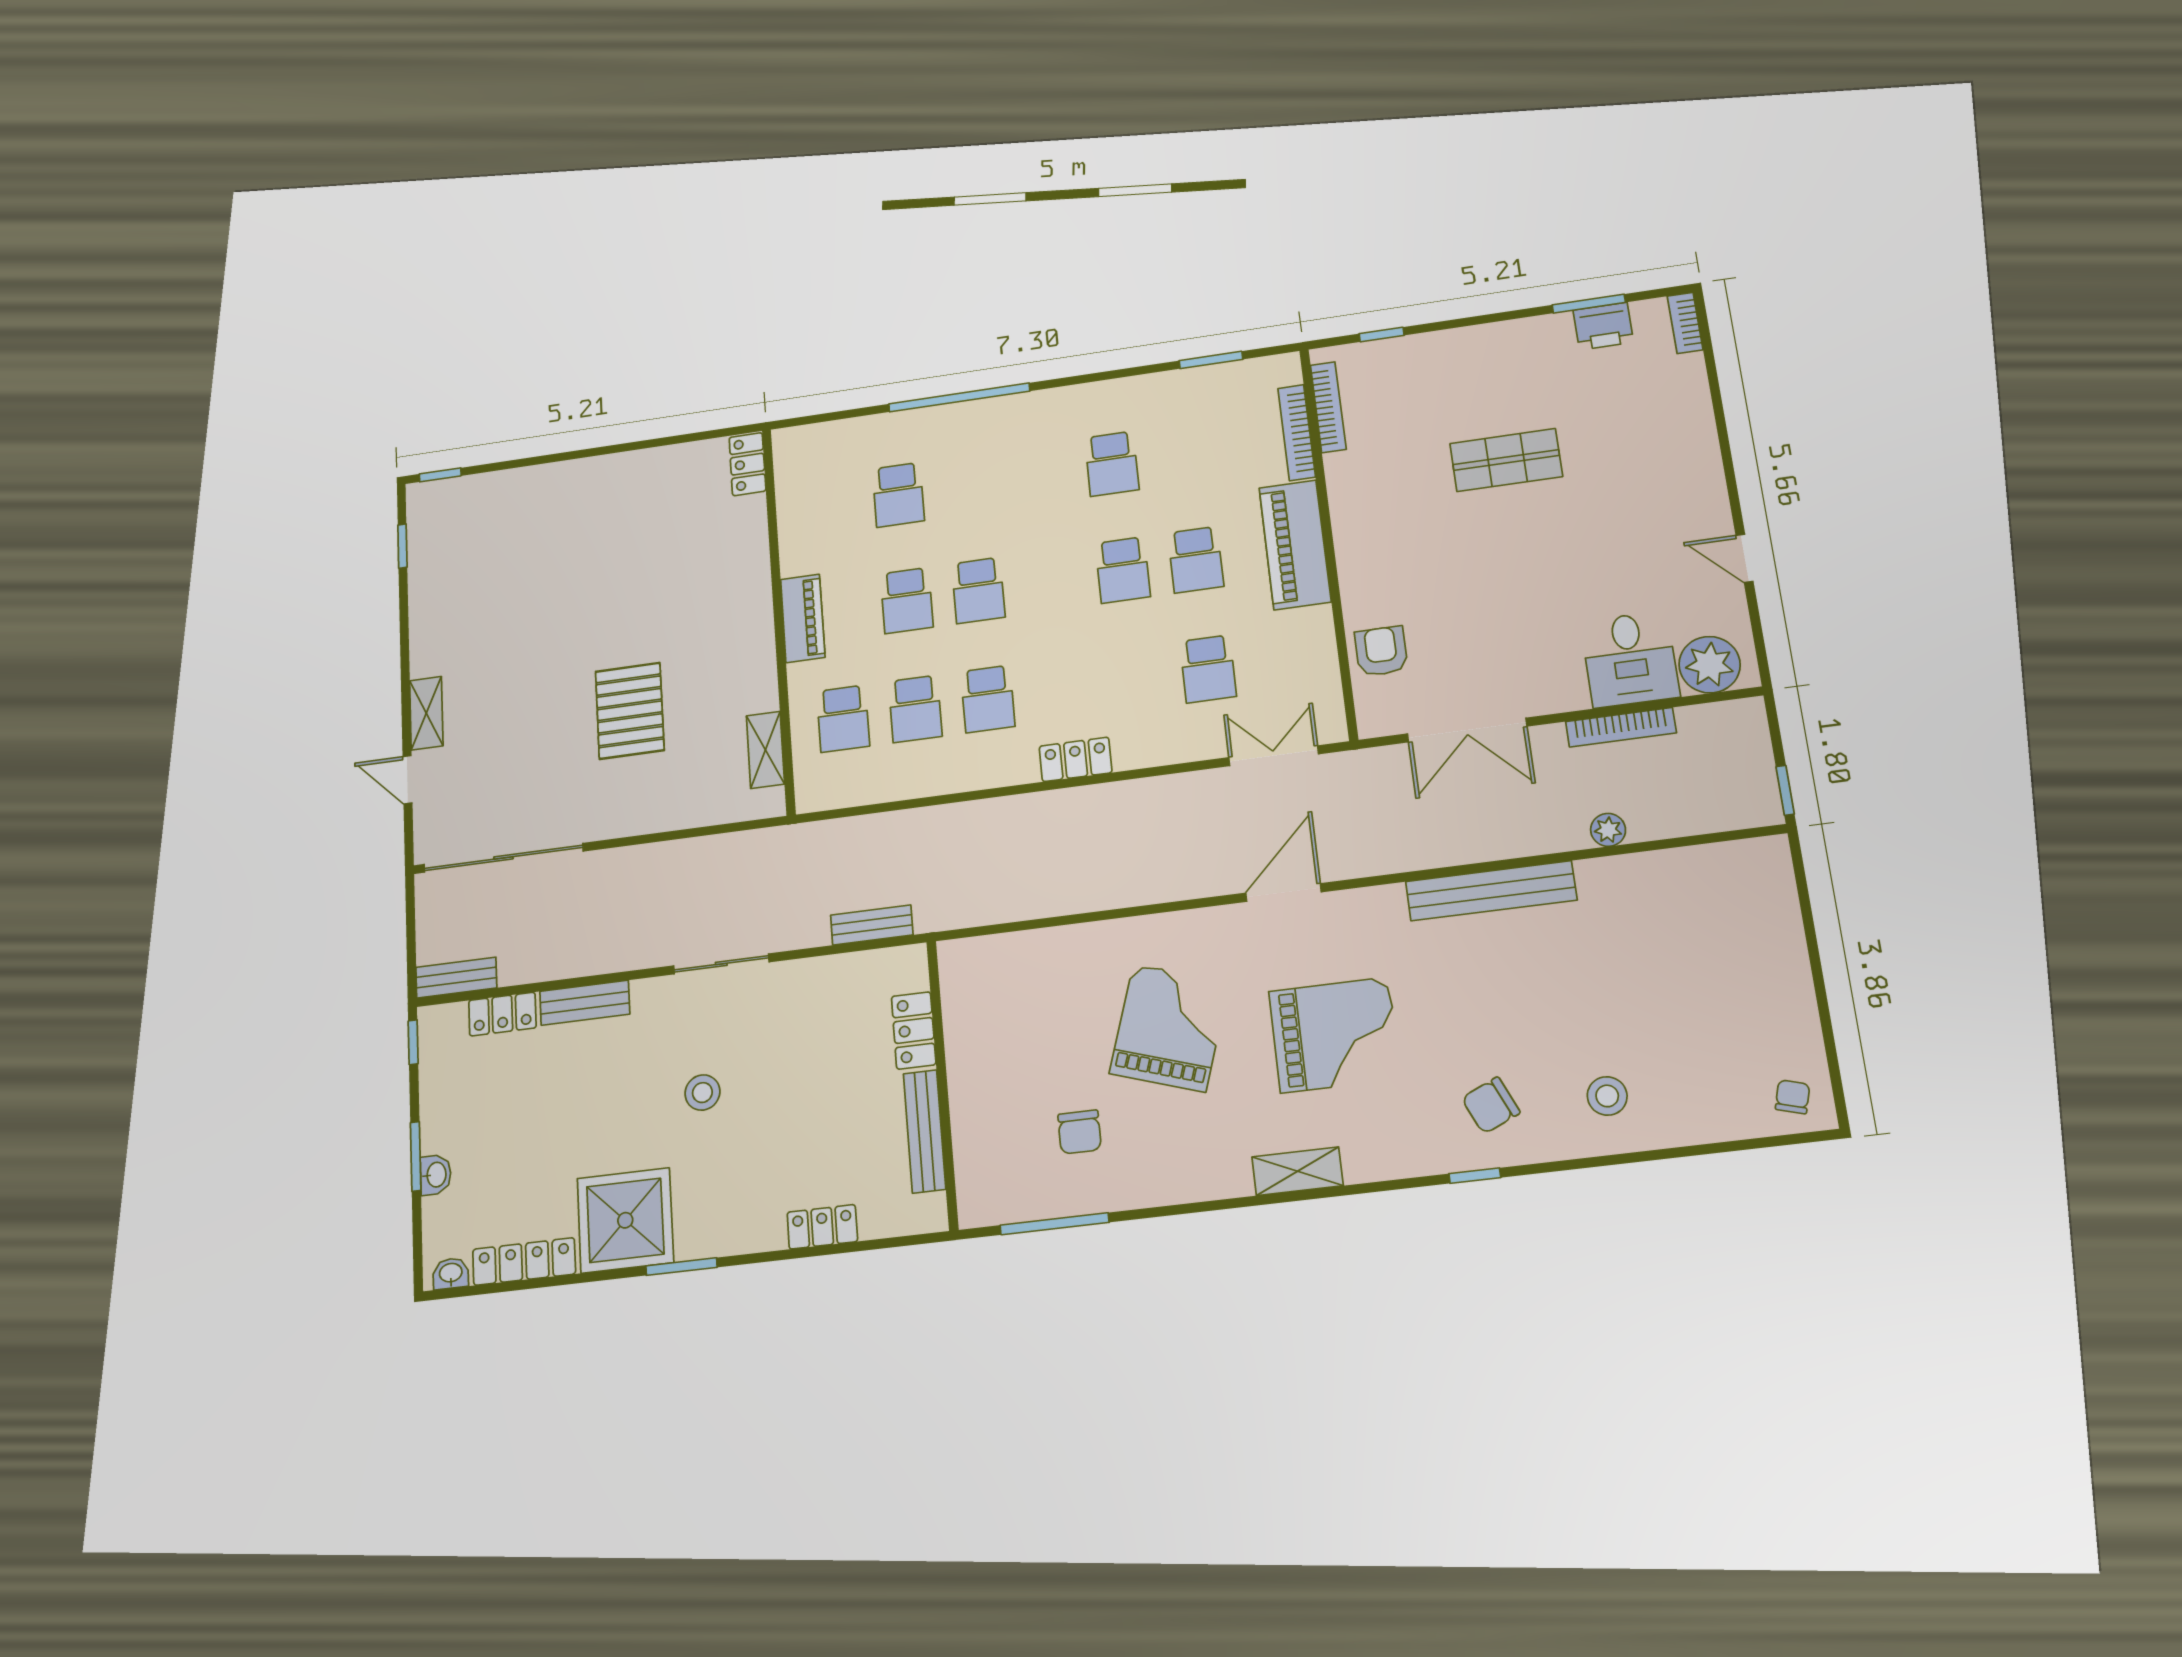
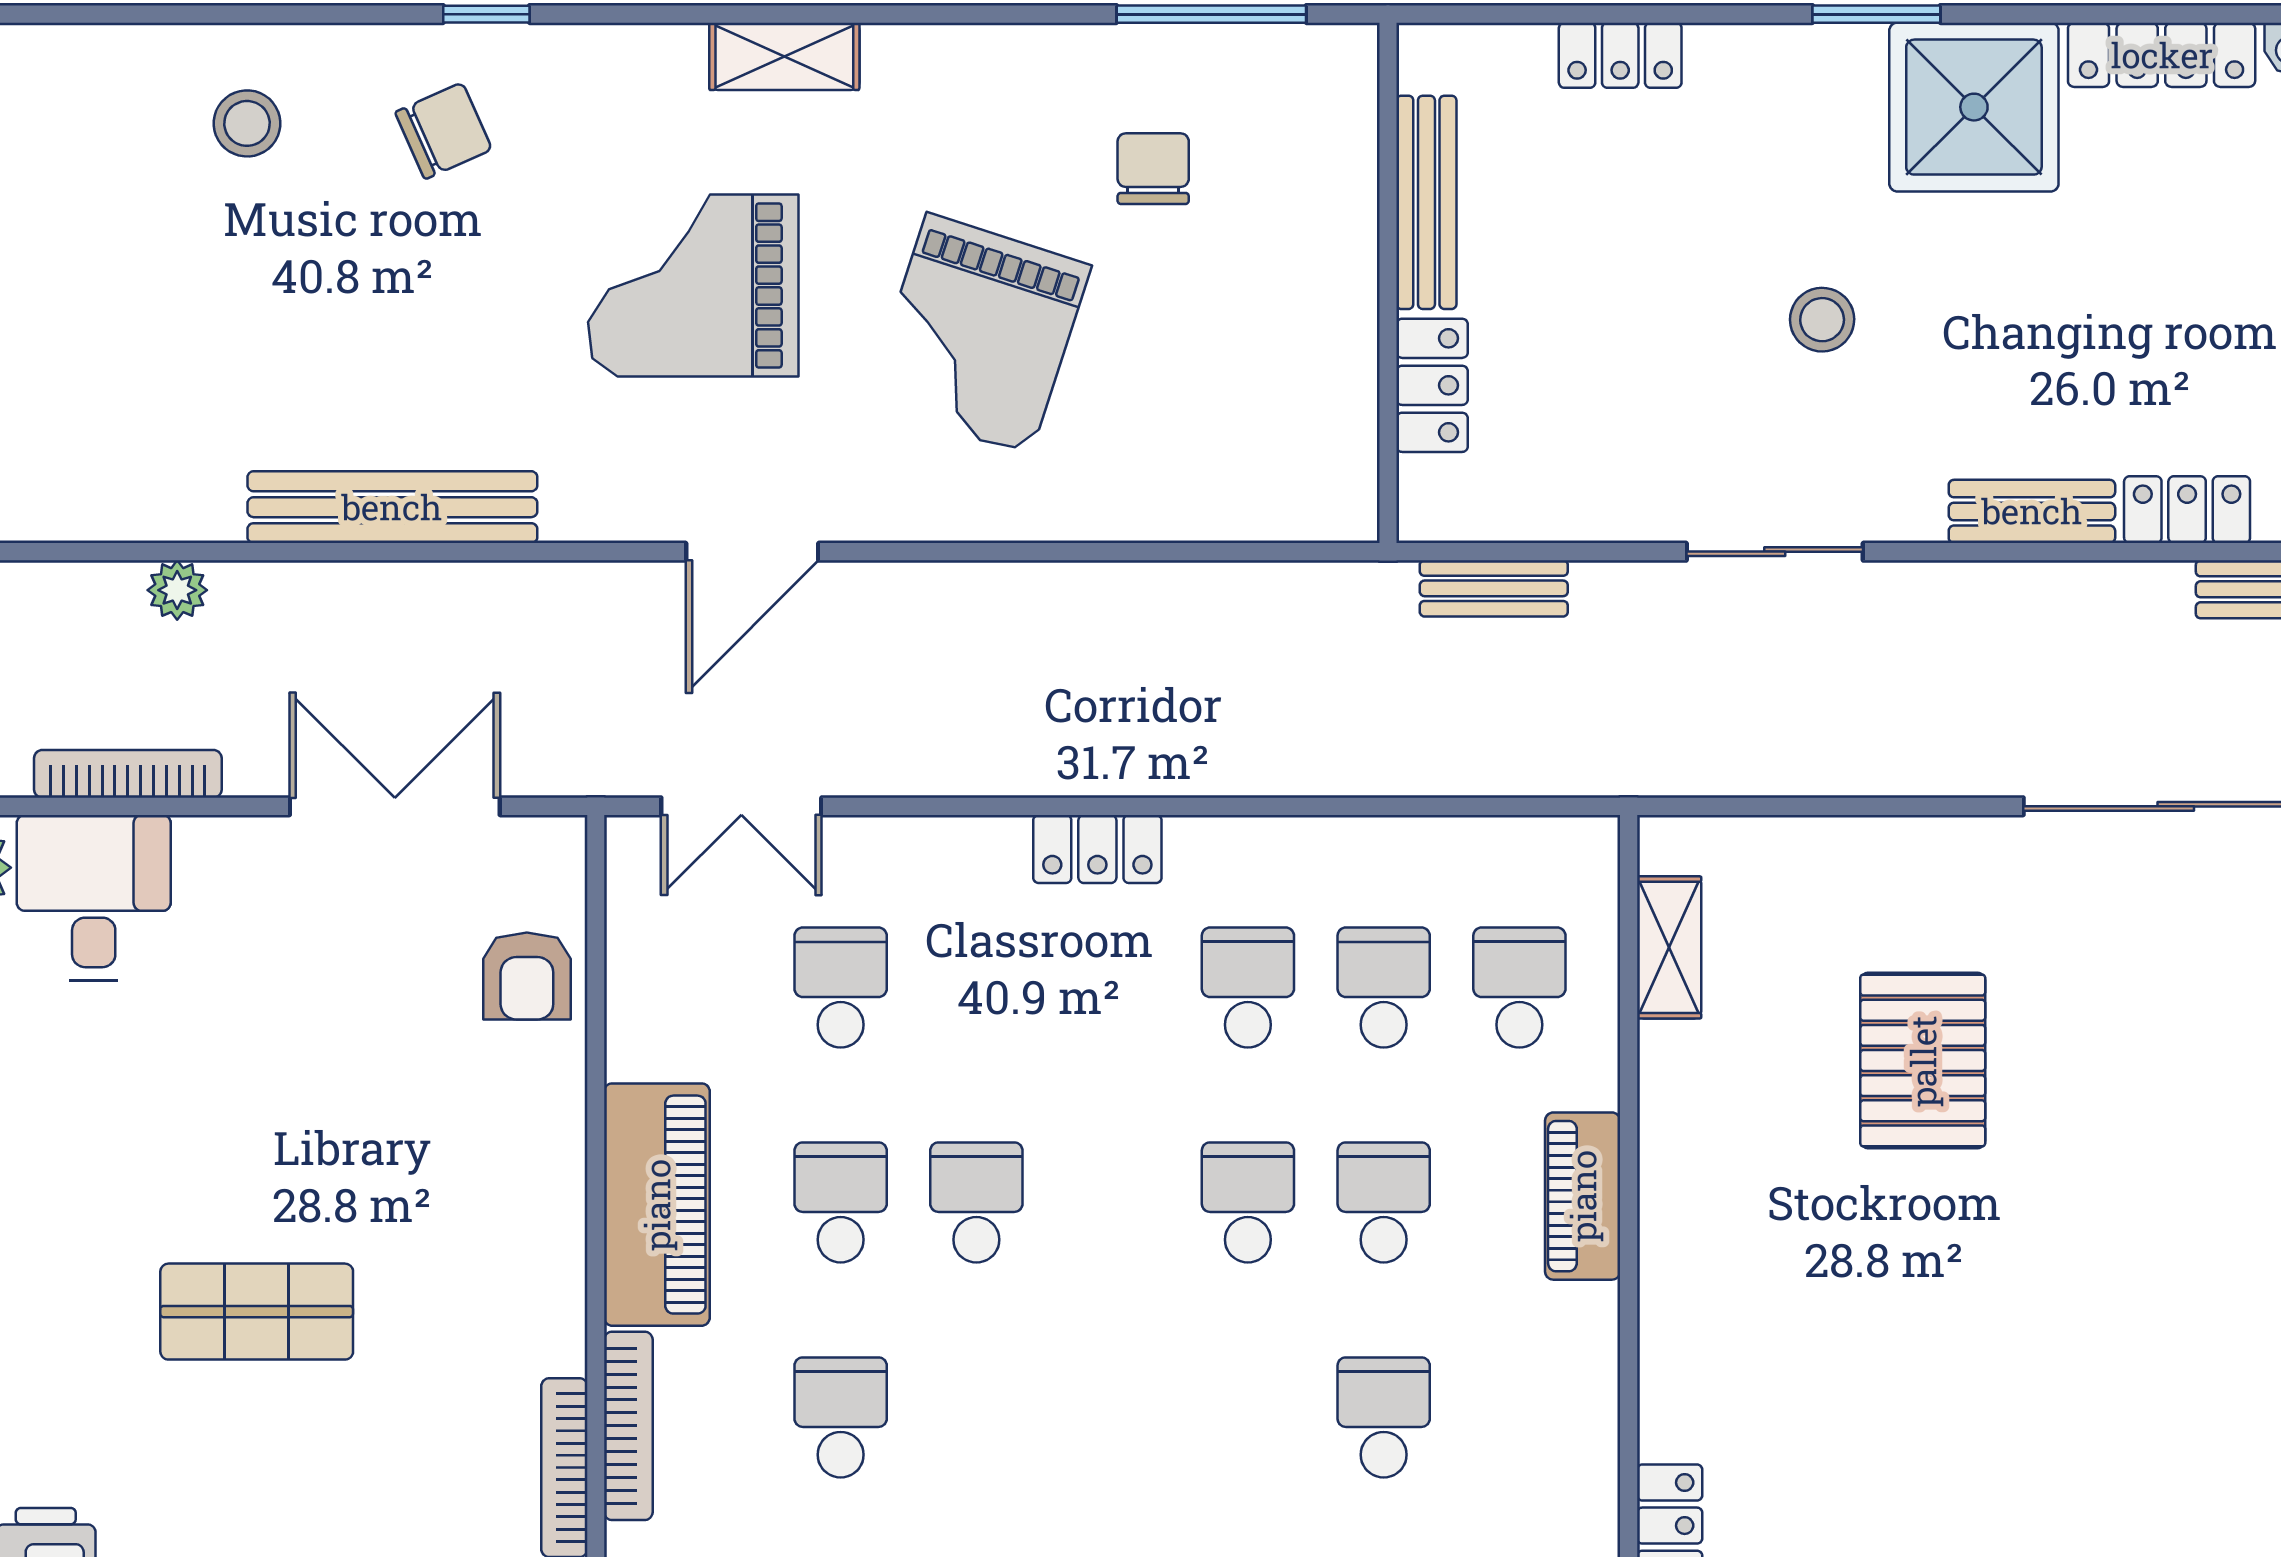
school desk: (1112, 464) -> (841, 1417), moved

